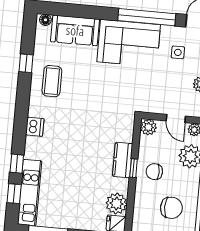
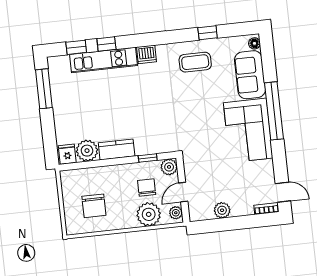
window: (147, 17) -> (274, 111), moved
side table: (178, 52) -> (249, 181), removed
kitchen counter: (123, 160) -> (117, 149), moved
window: (134, 168) -> (148, 158), moved
chair: (154, 172) -> (147, 187), moved
kitchen unit: (30, 193) -> (104, 60), moved

